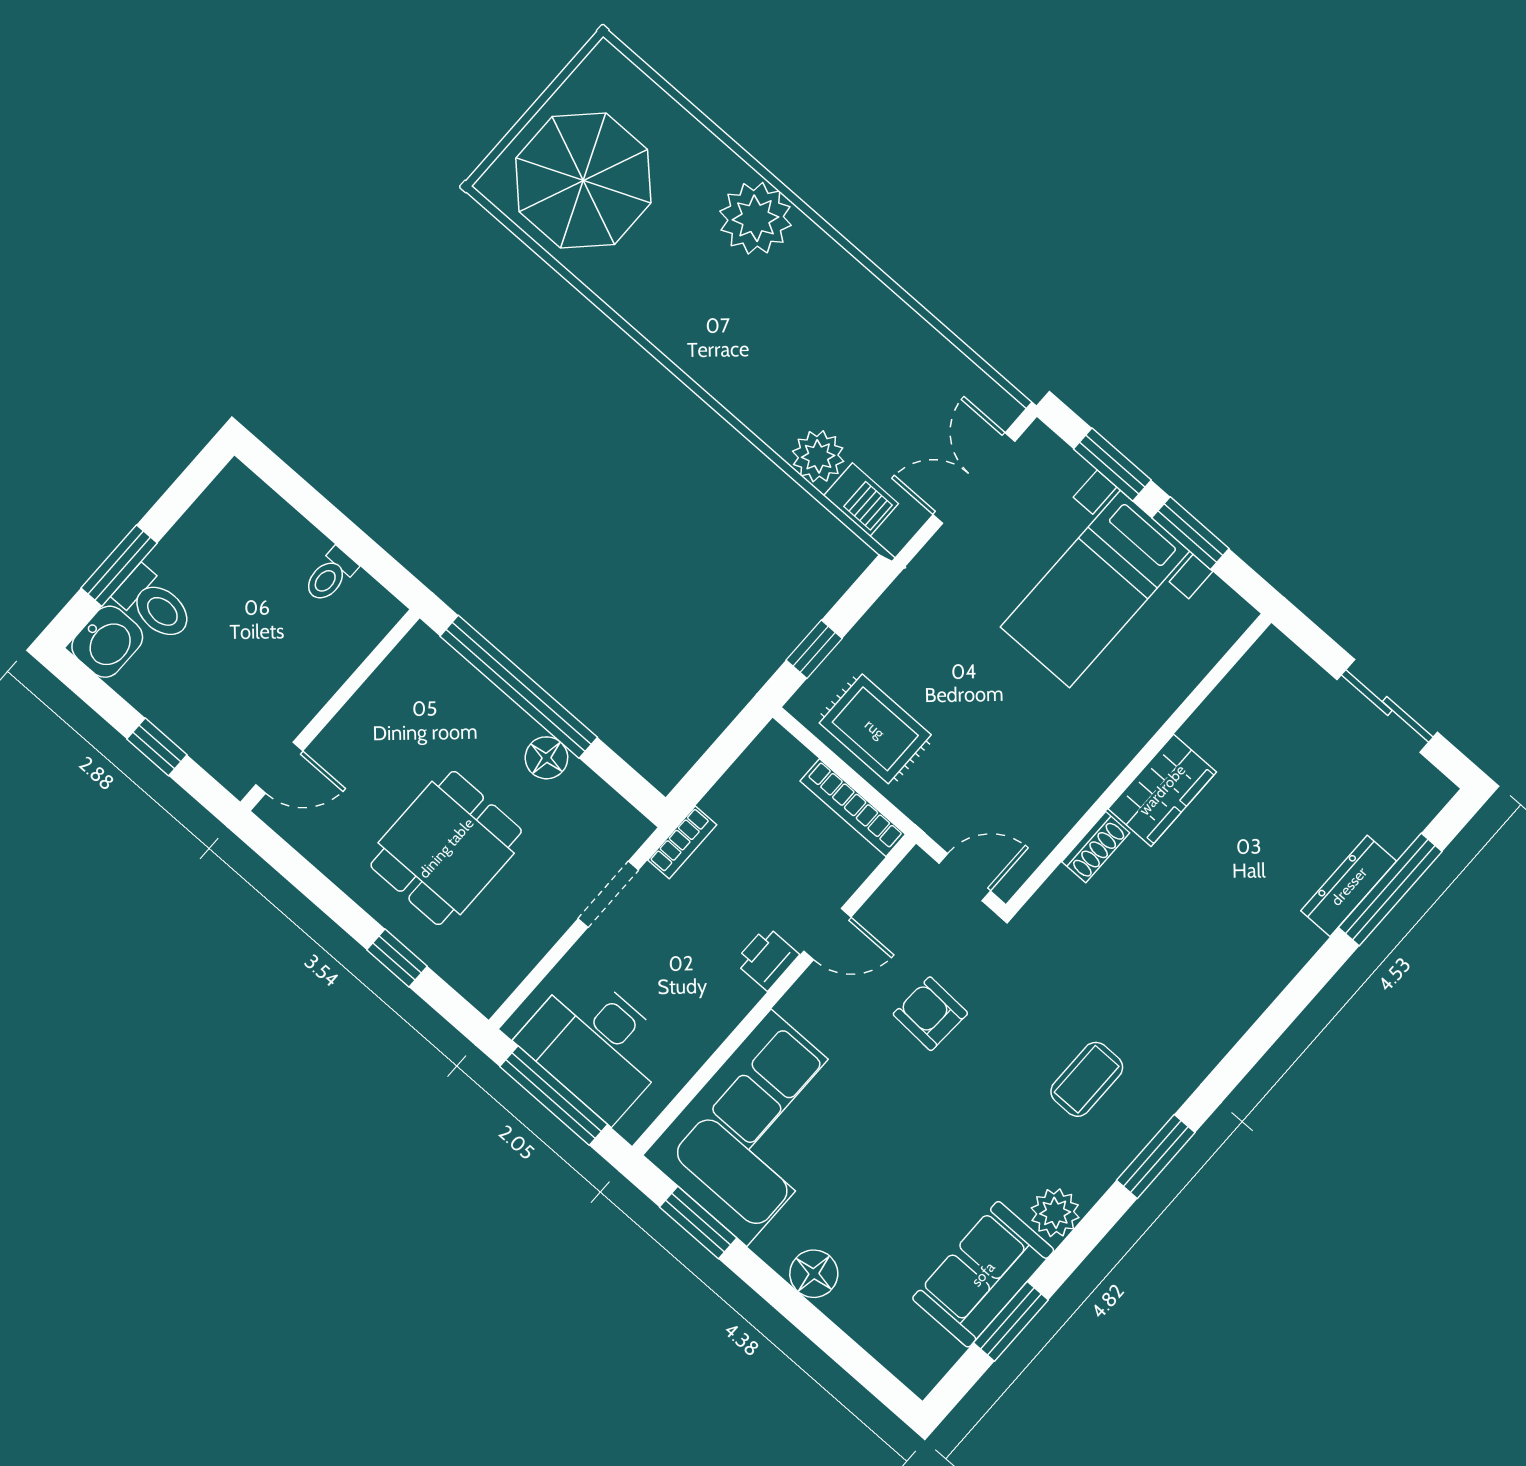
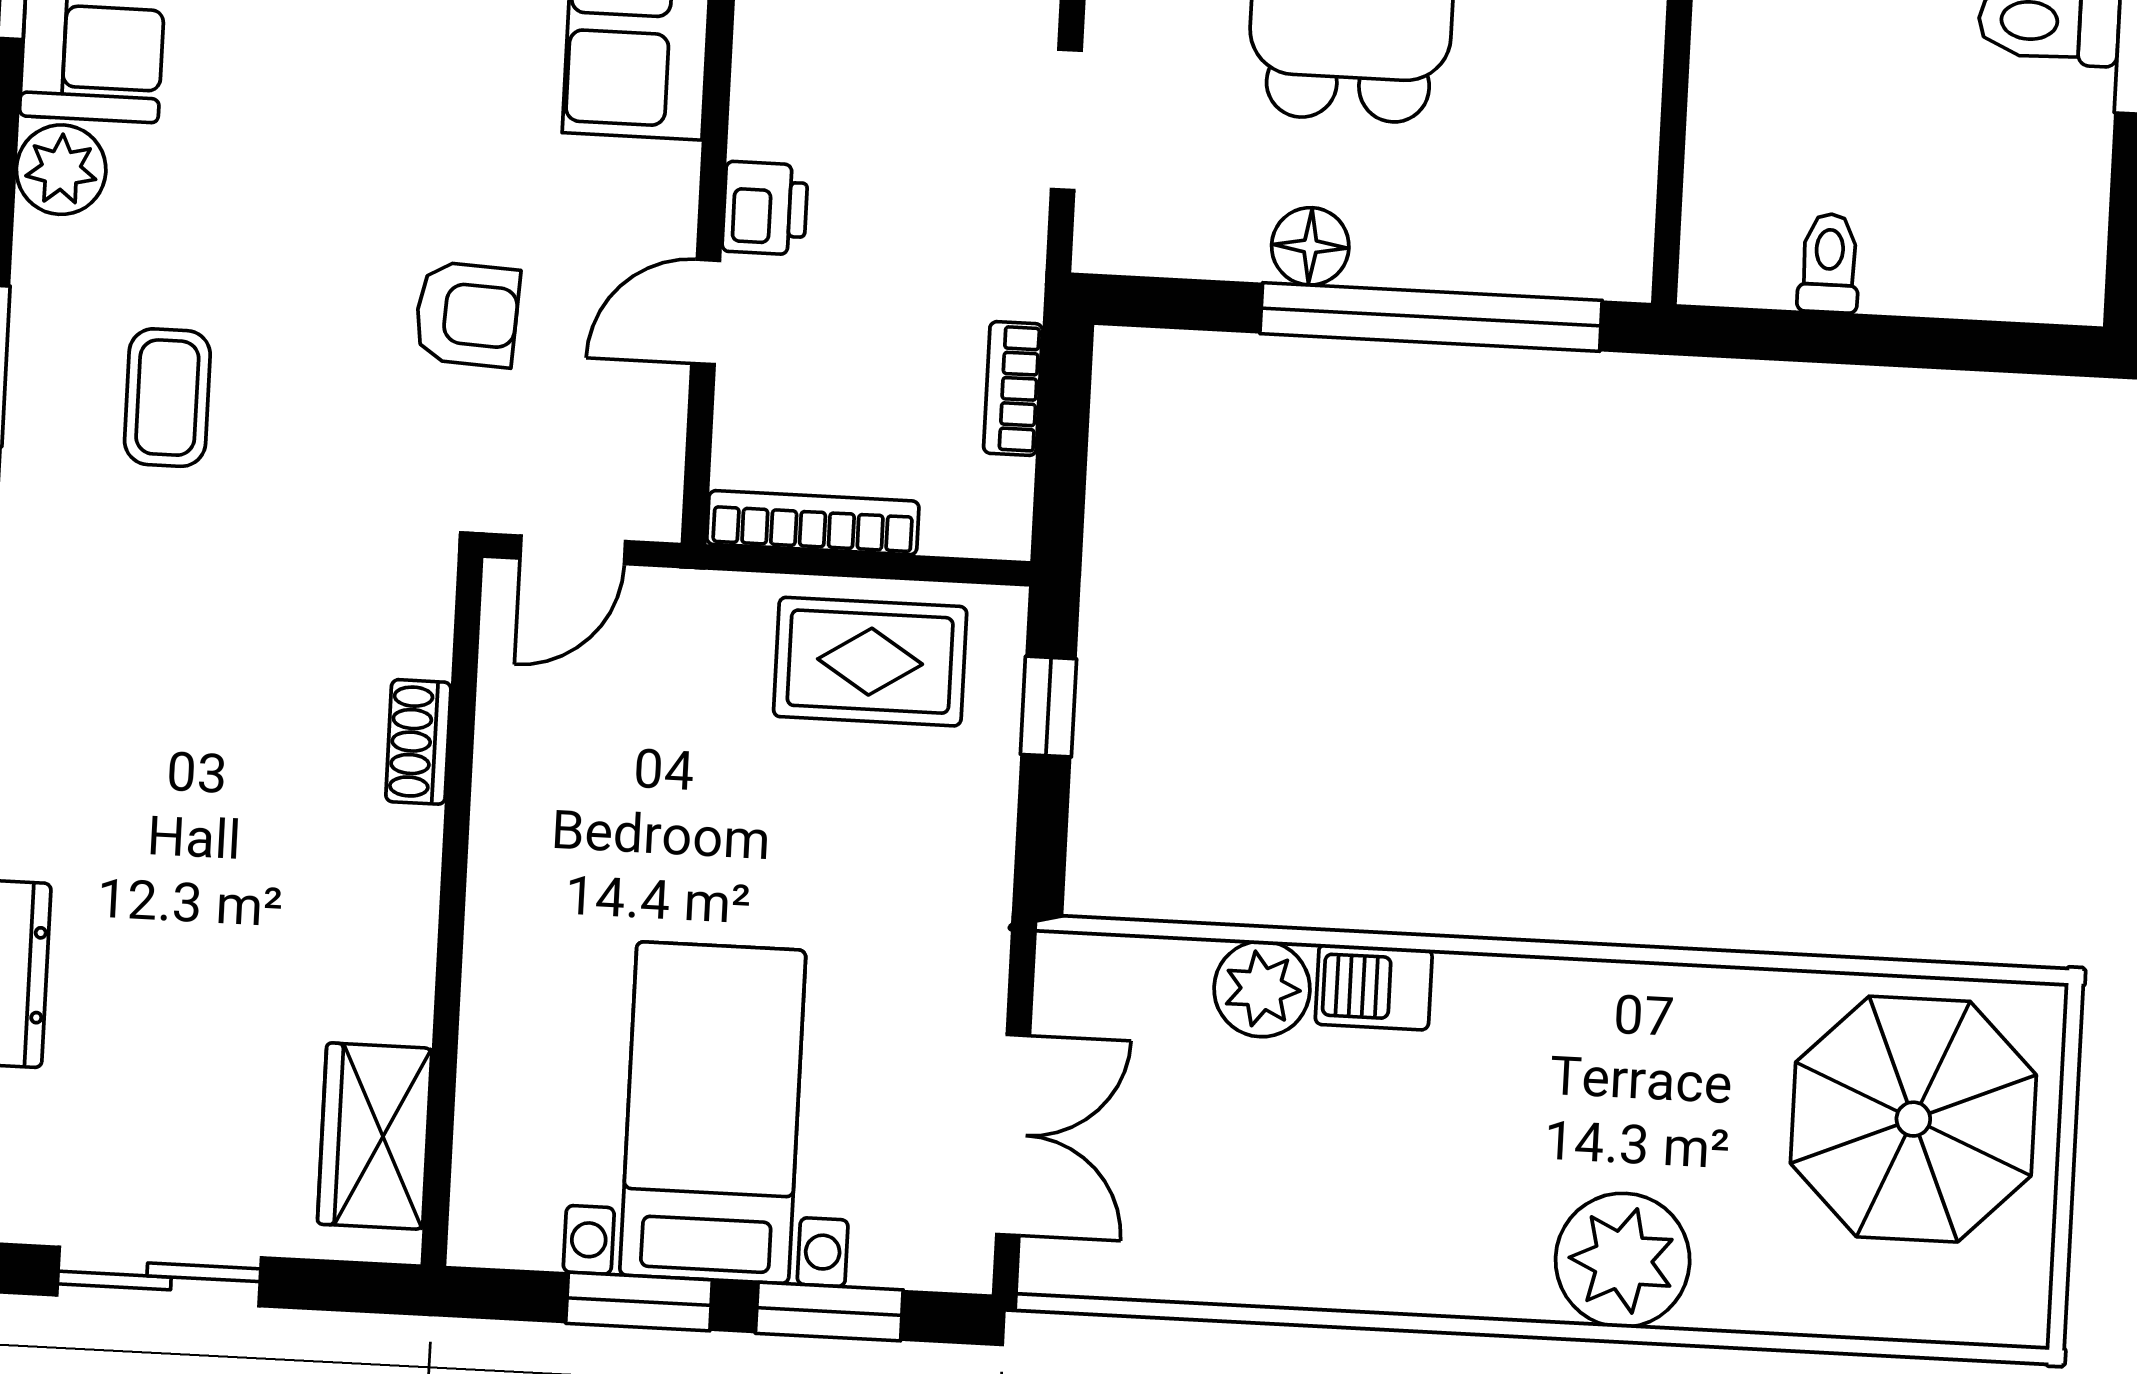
barbecue: (861, 500) -> (1374, 987), moved
wardrobe: (1162, 790) -> (375, 1136), moved
bookcase: (682, 842) -> (1013, 389), moved

